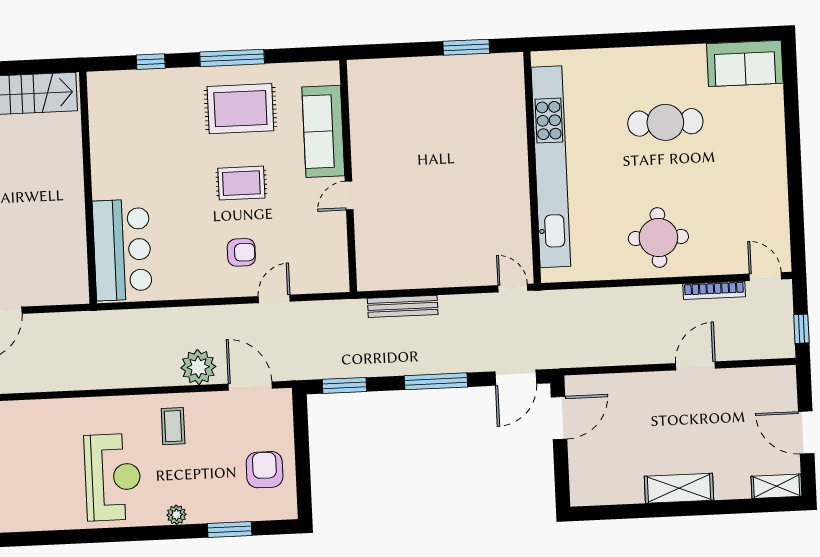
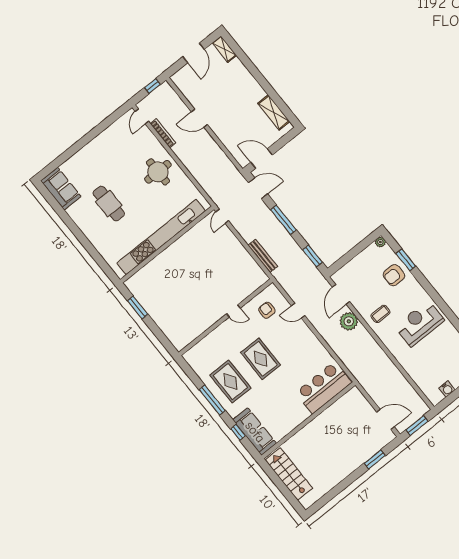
sofa: (323, 131) -> (255, 432), moved, turned -90
rug: (241, 183) -> (261, 359), width x1.36, depth x1.43
armchair: (241, 252) -> (267, 310), moved
armchair: (265, 470) -> (394, 275), moved
shelving: (679, 488) -> (274, 112), moved
plant: (176, 515) -> (380, 242), moved

